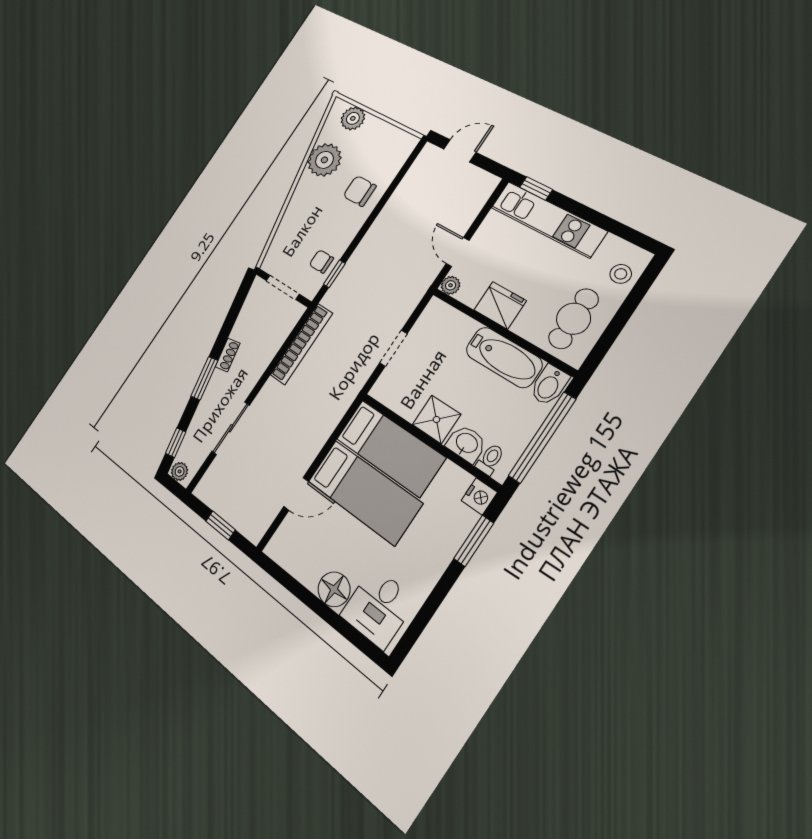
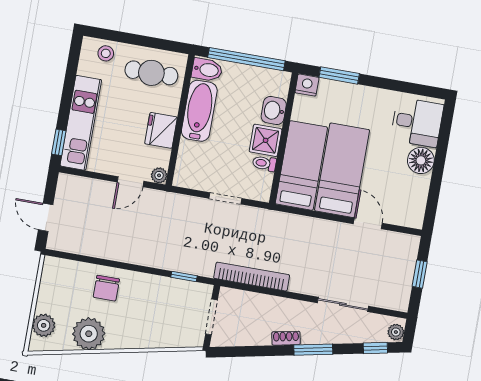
chair: (321, 261) -> (178, 293), removed
toilet: (490, 459) -> (264, 163), moved

